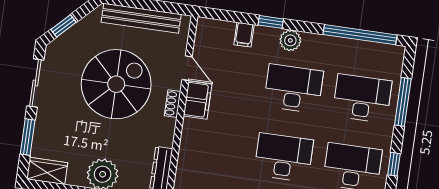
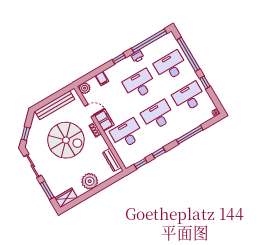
window: (271, 22) -> (119, 59), moved
plant: (290, 40) -> (85, 88), moved
printer: (324, 44) -> (137, 56), added
spiral stairs: (116, 84) -> (66, 140), turned 90
window: (403, 102) -> (188, 54), width x1.46
desk: (215, 148) -> (127, 134), added

